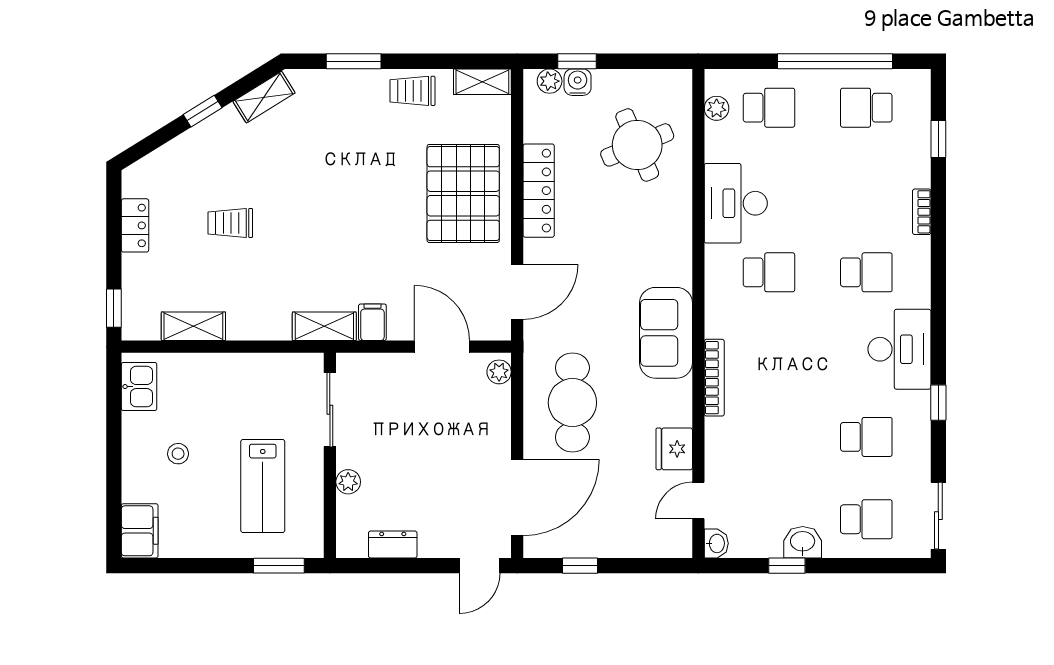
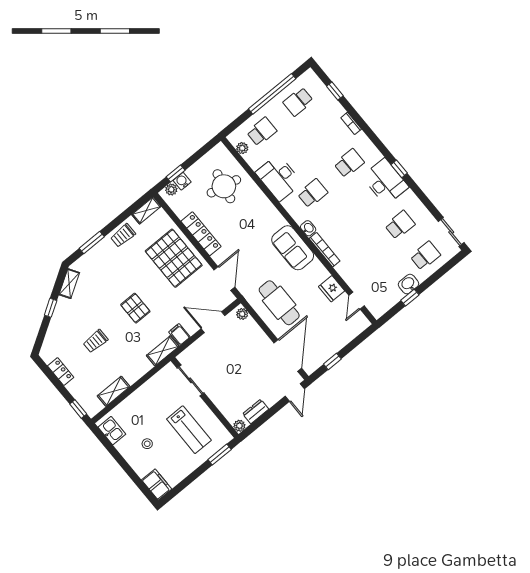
round table: (637, 145) -> (224, 186), turned 35
pallet: (337, 223) -> (135, 308), added
window: (938, 403) -> (399, 169), moved
plant: (348, 482) -> (239, 426), moved
washbasin: (716, 543) -> (308, 228), moved

